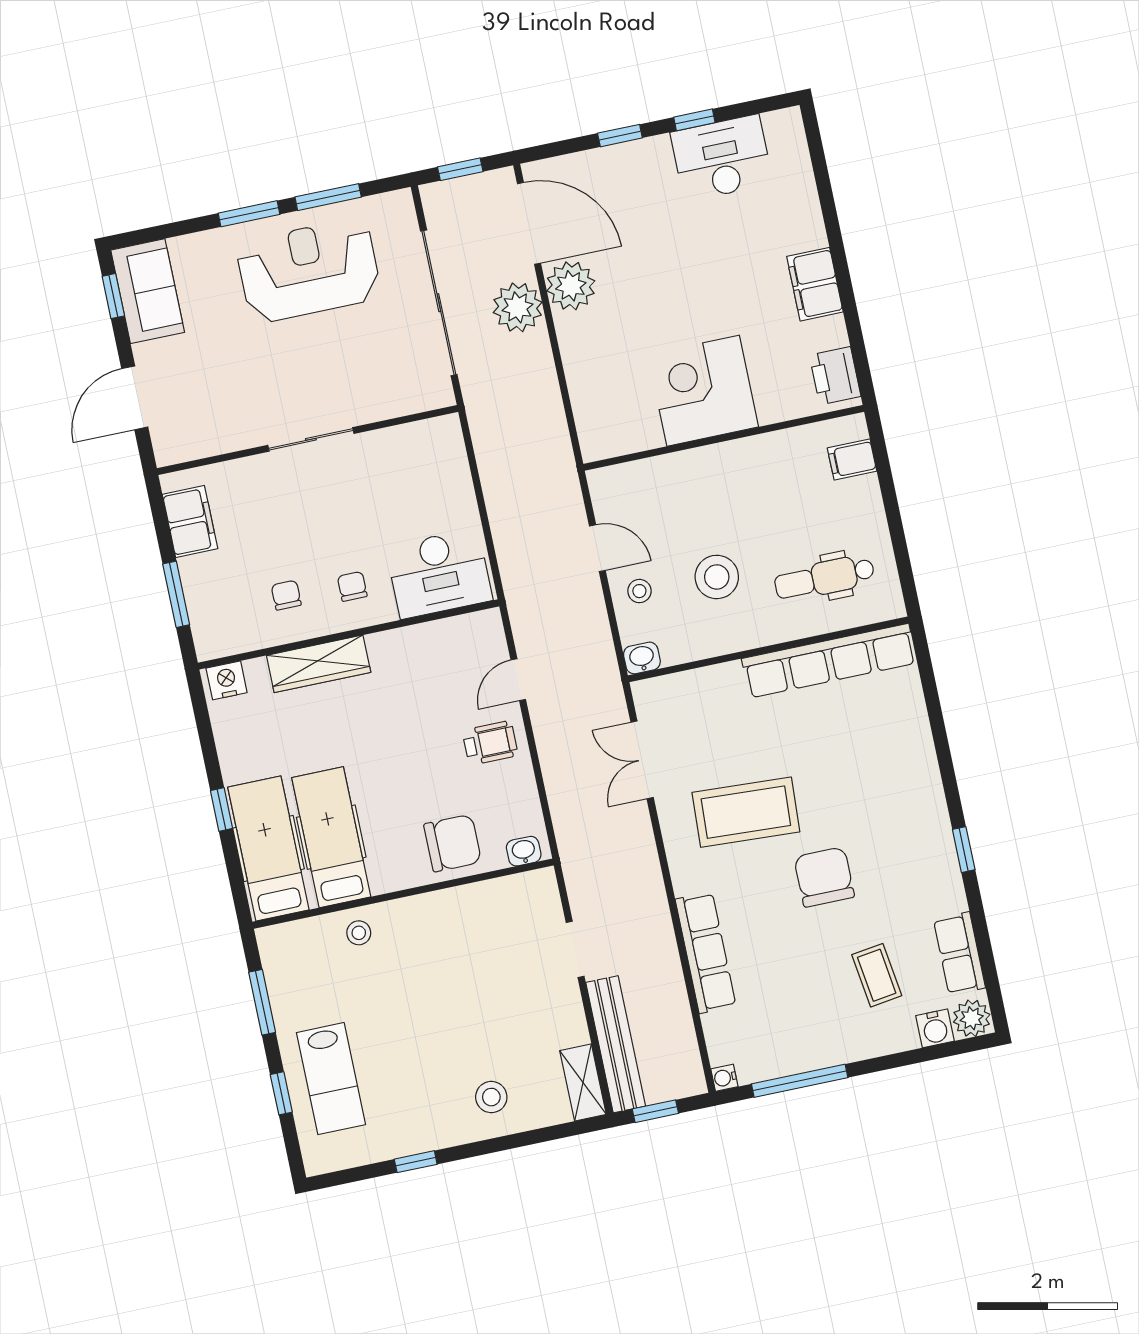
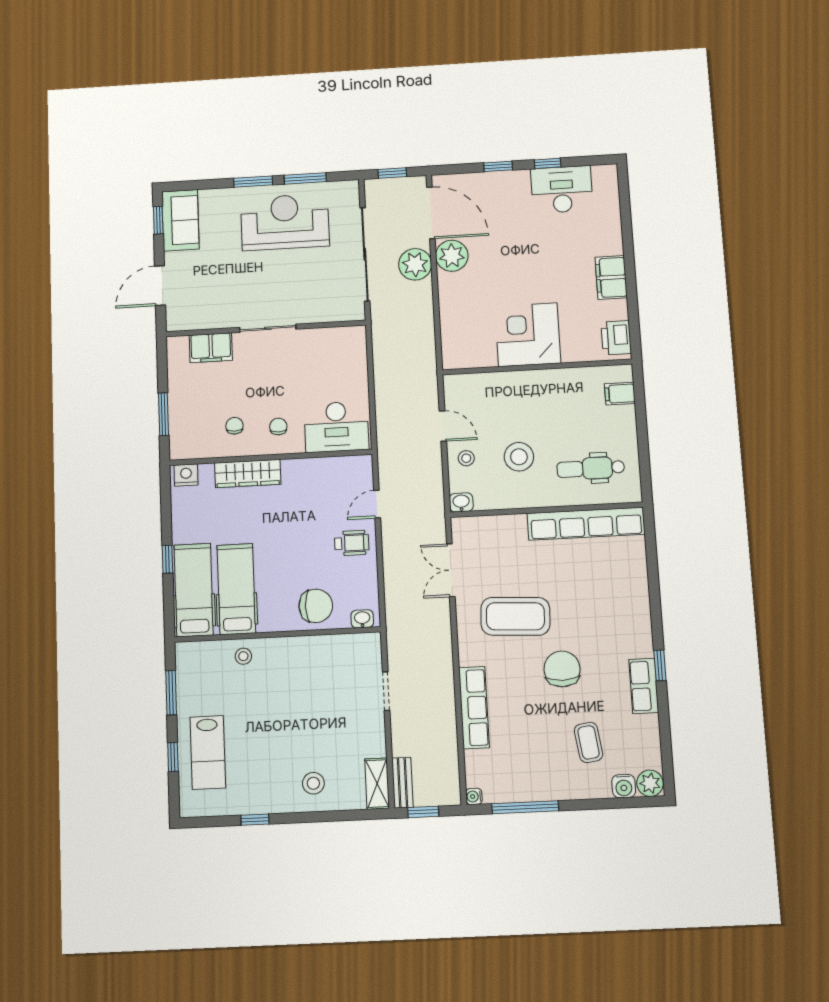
filing cabinet: (190, 521) -> (211, 348), moved, turned 90
row of seats: (959, 954) -> (644, 686), moved
bench: (616, 1044) -> (402, 783), width x0.54, depth x0.82

